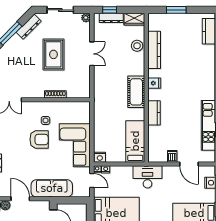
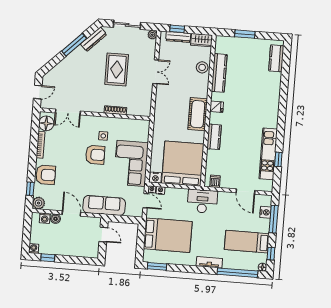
bed: (135, 141) -> (183, 164), width x2.04
dishwasher: (172, 156) -> (215, 181), moved

